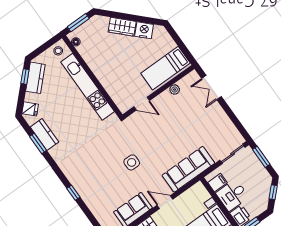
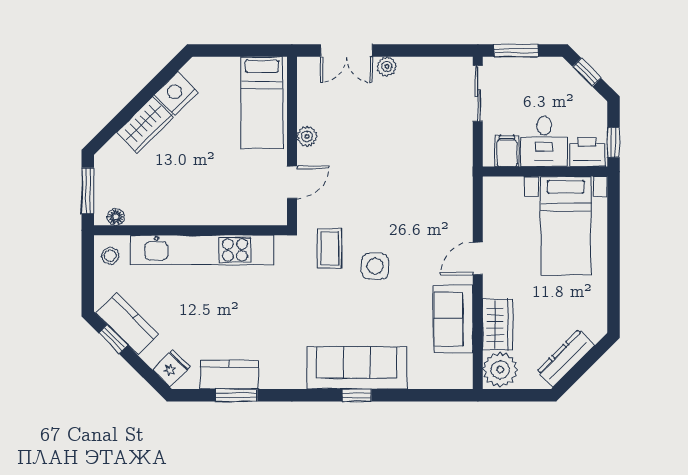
plant: (175, 90) -> (307, 136), moved
plant: (217, 109) -> (387, 66), added
coffee table: (126, 139) -> (330, 248), added
sofa: (188, 169) -> (357, 368), moved, turned 90

